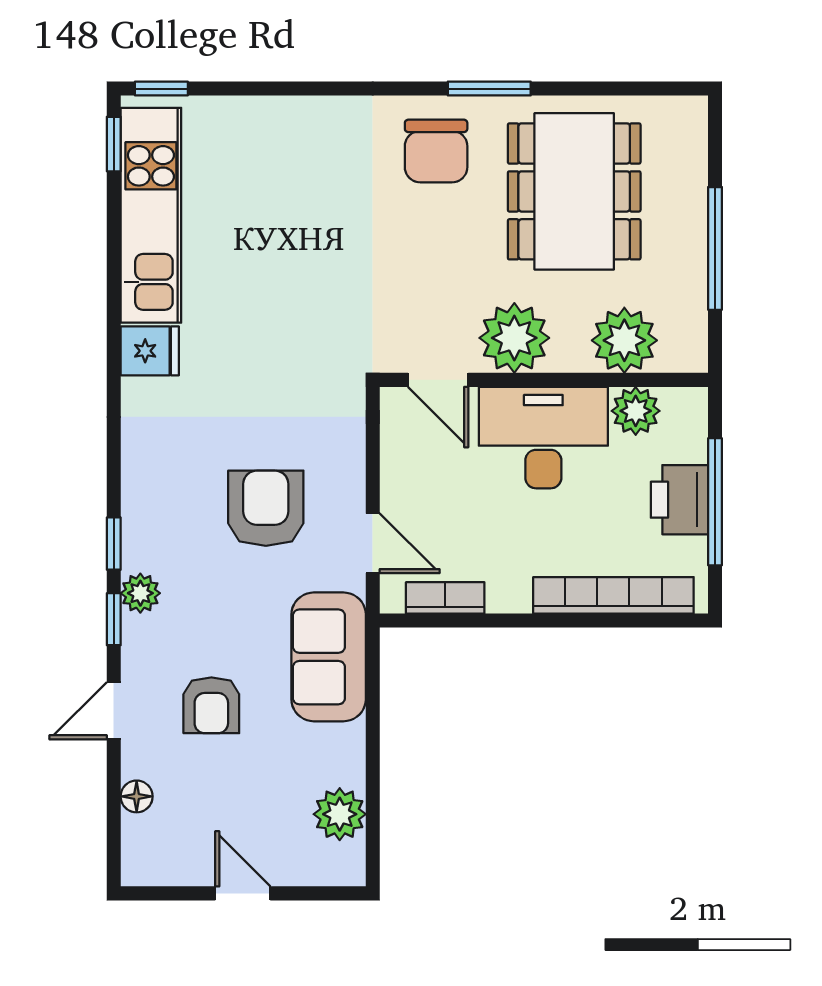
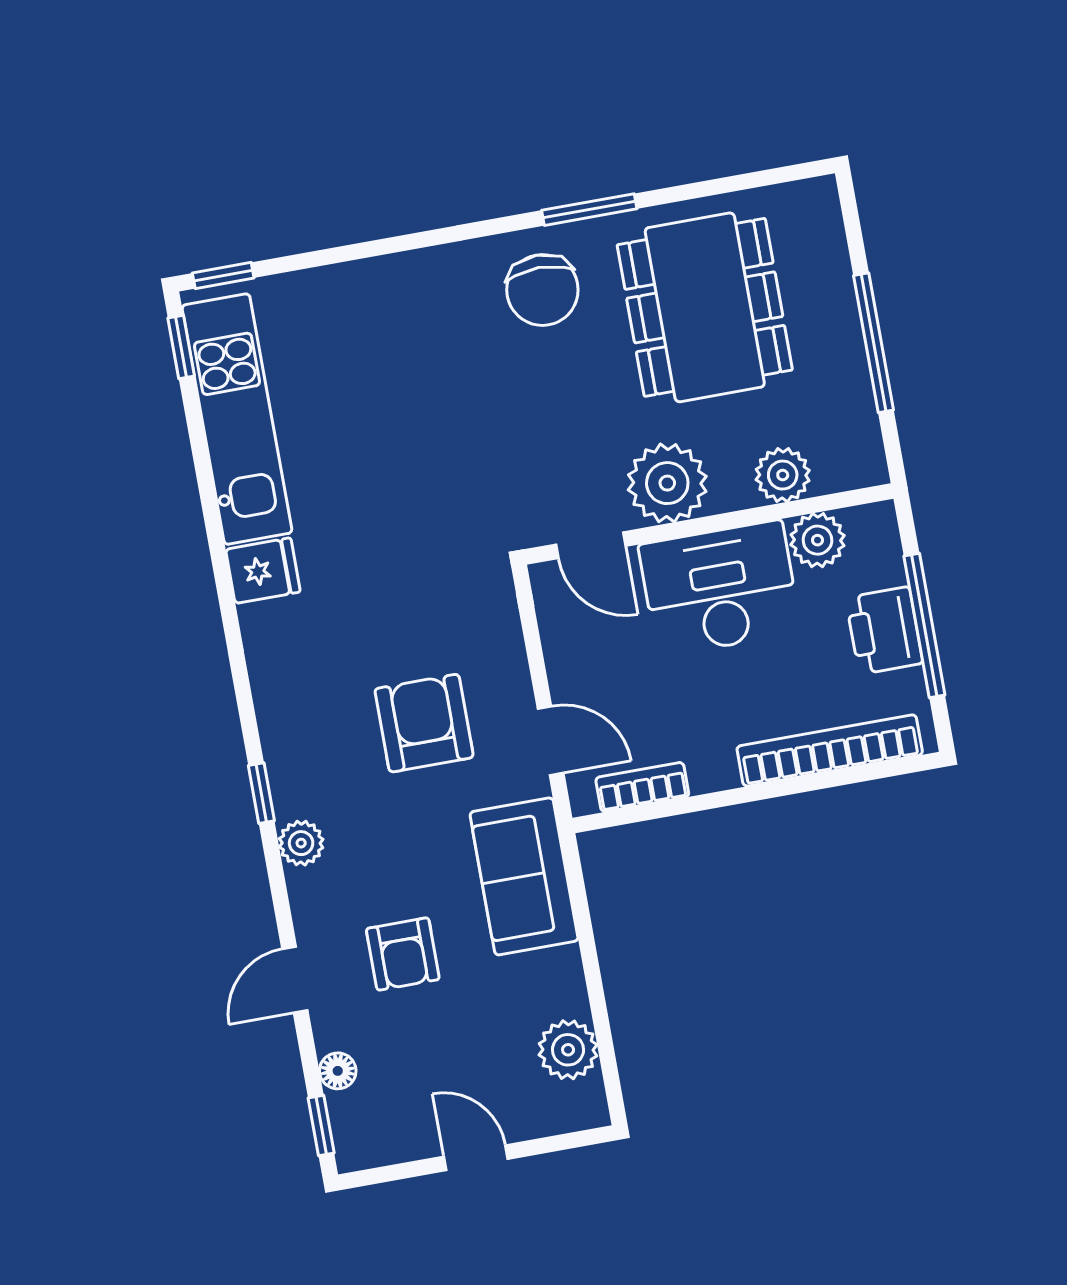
plant: (624, 340) -> (783, 475), width x0.73, depth x0.73
window: (114, 619) -> (321, 1126), moved

